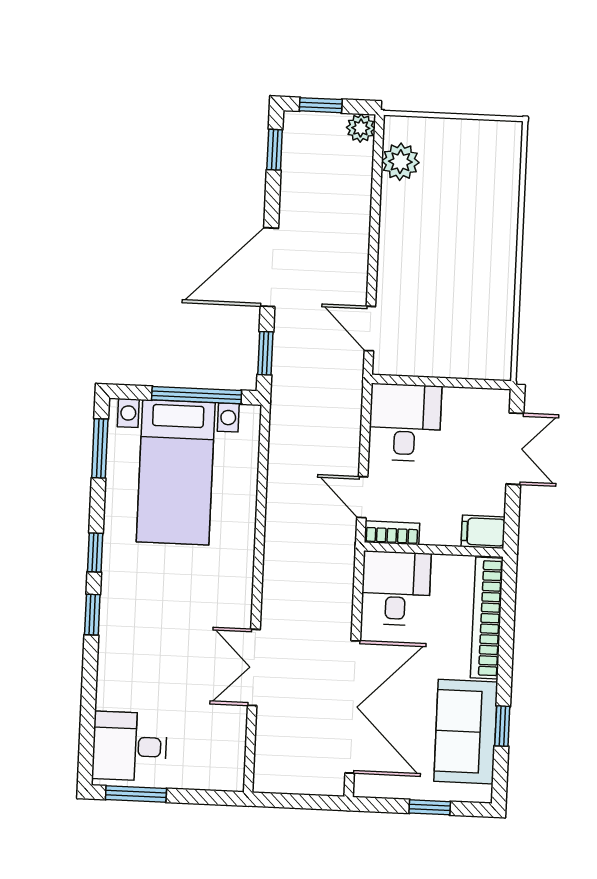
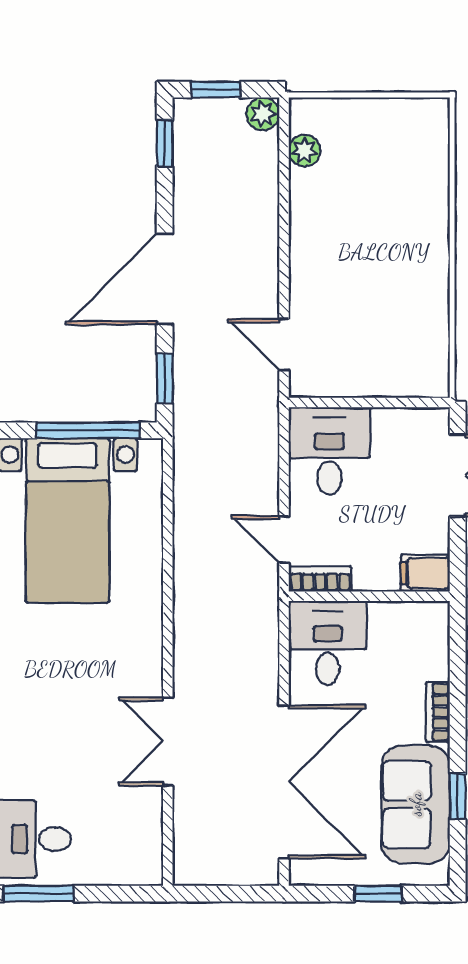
plant: (400, 162) -> (305, 151), width x0.73, depth x0.73
bookcase: (487, 618) -> (438, 712), width x0.43, depth x0.76

